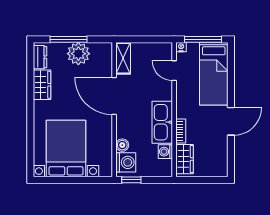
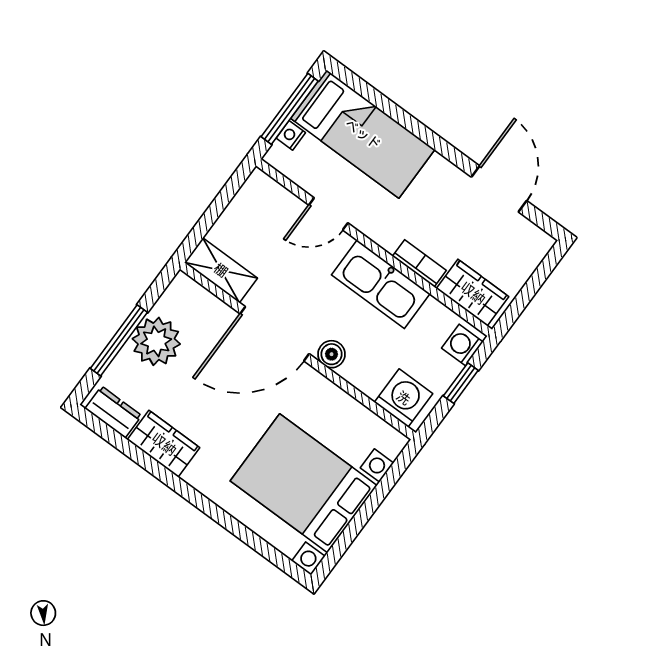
nightstand: (181, 47) -> (291, 135), moved
door: (174, 71) -> (328, 214), moved
door: (231, 121) -> (499, 189), moved
boiler: (122, 145) -> (332, 354), moved
washing machine: (165, 152) -> (462, 345), moved, turned 90
window: (131, 180) -> (461, 383), moved

